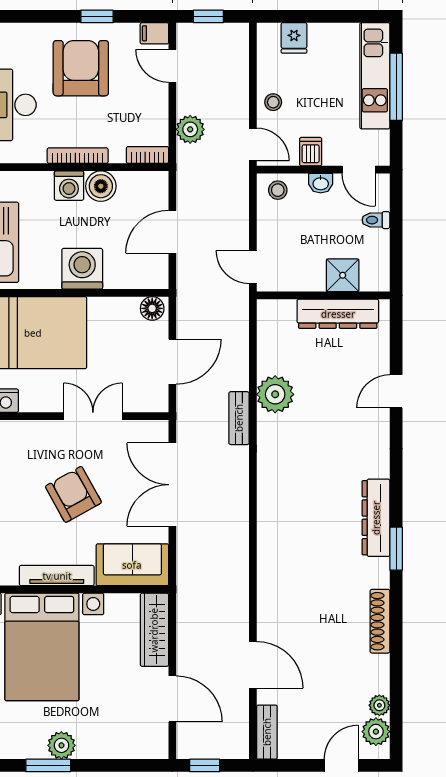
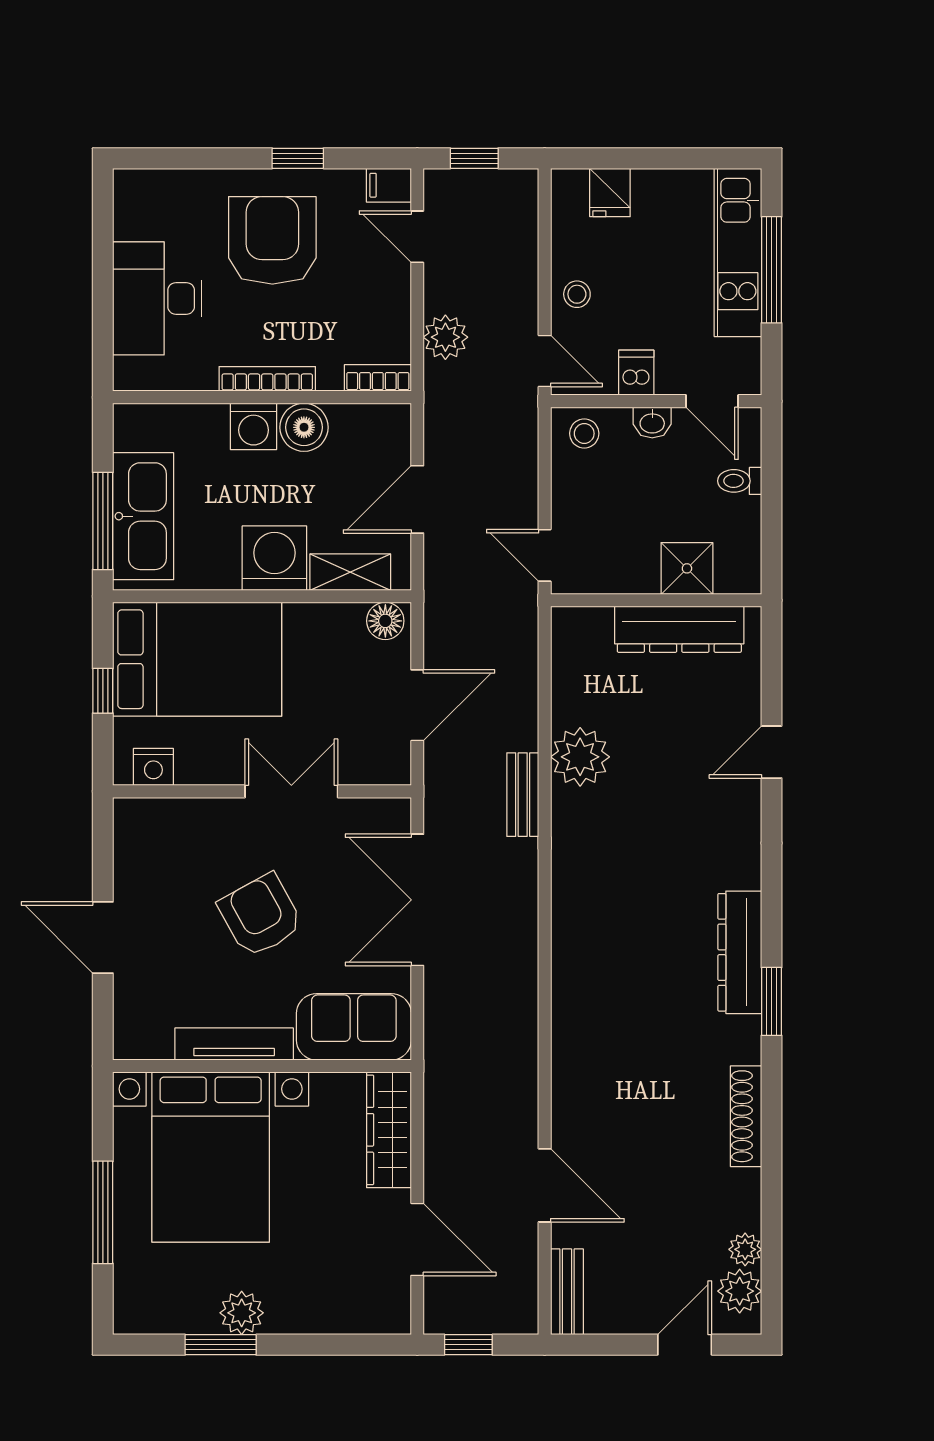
shelving: (130, 278) -> (350, 572), added

